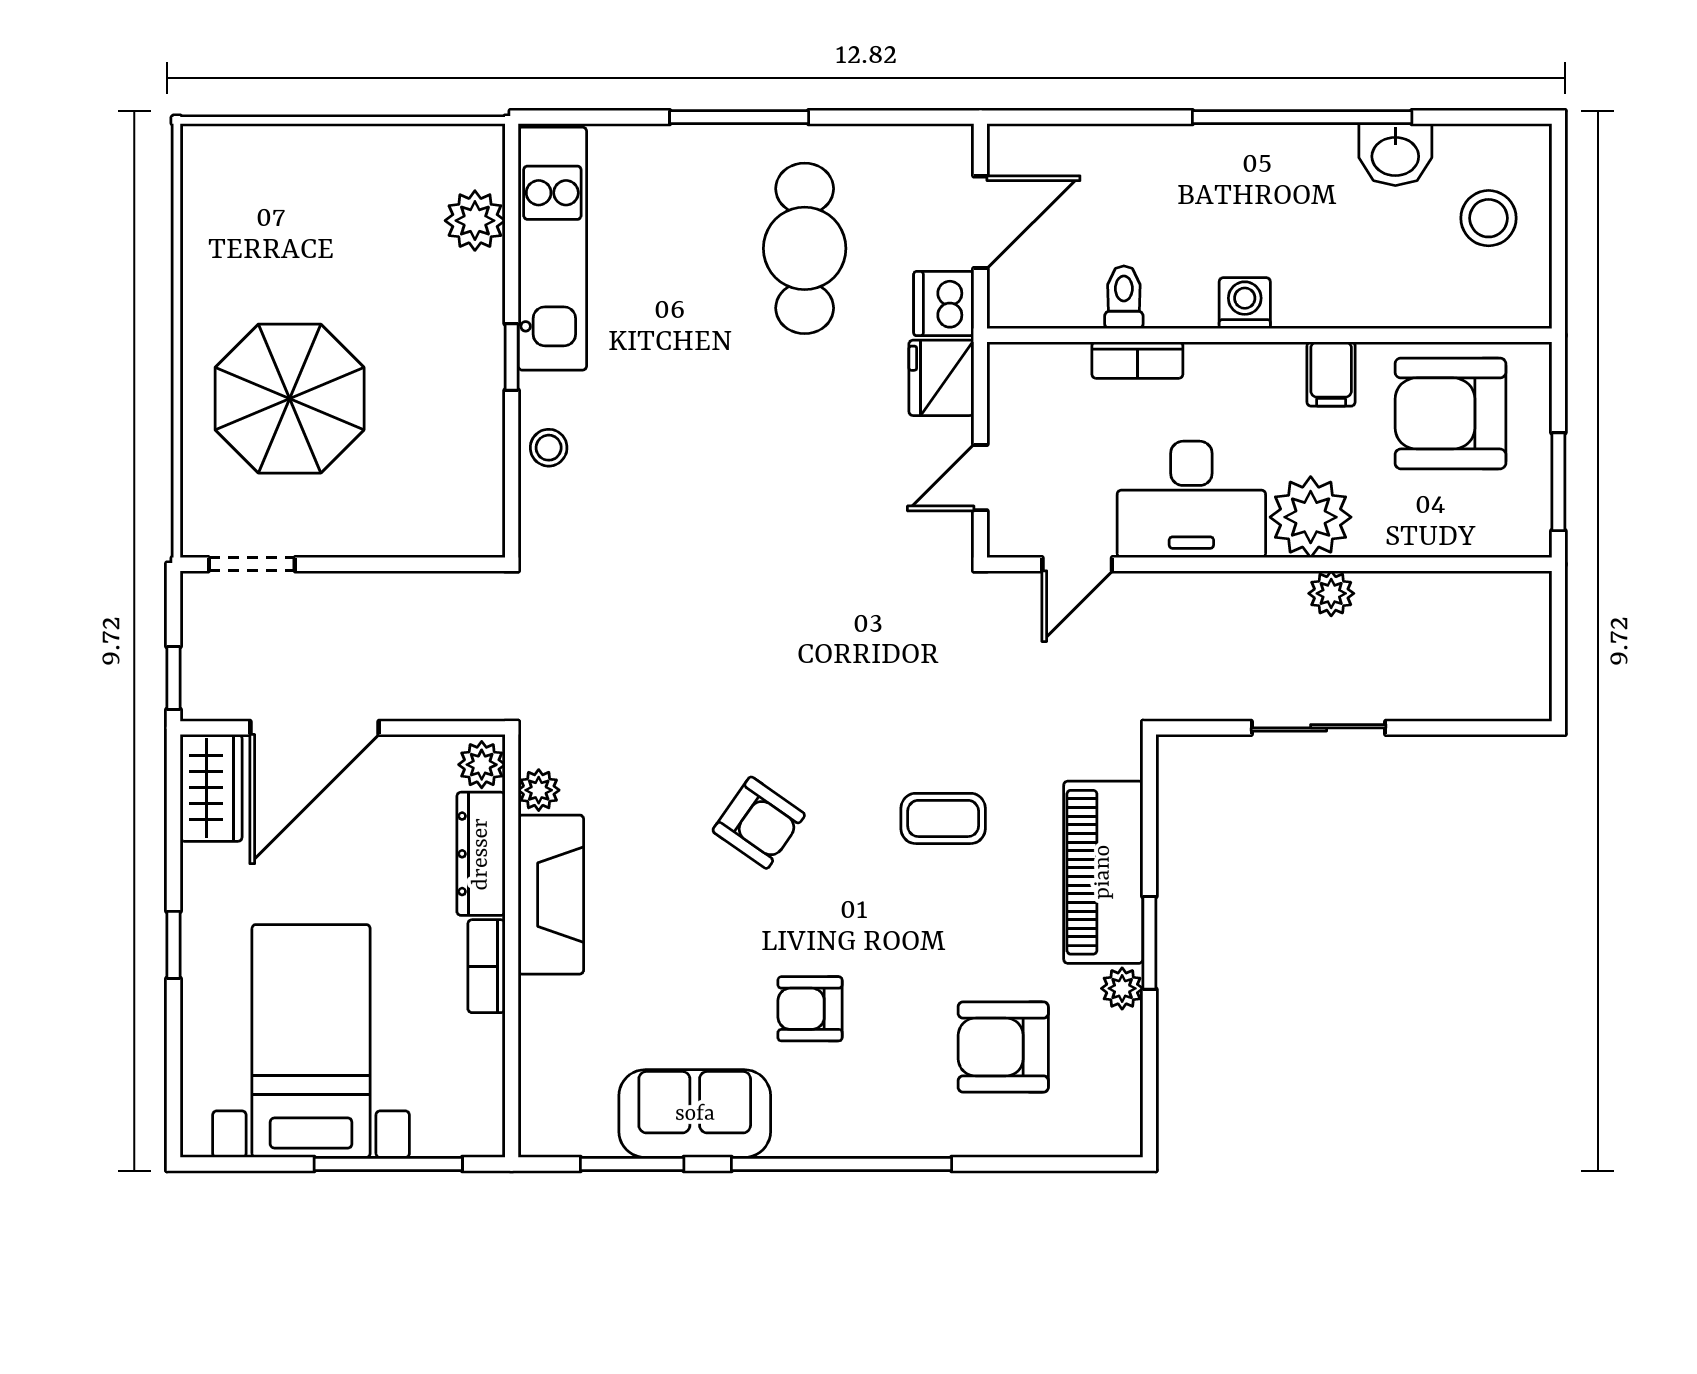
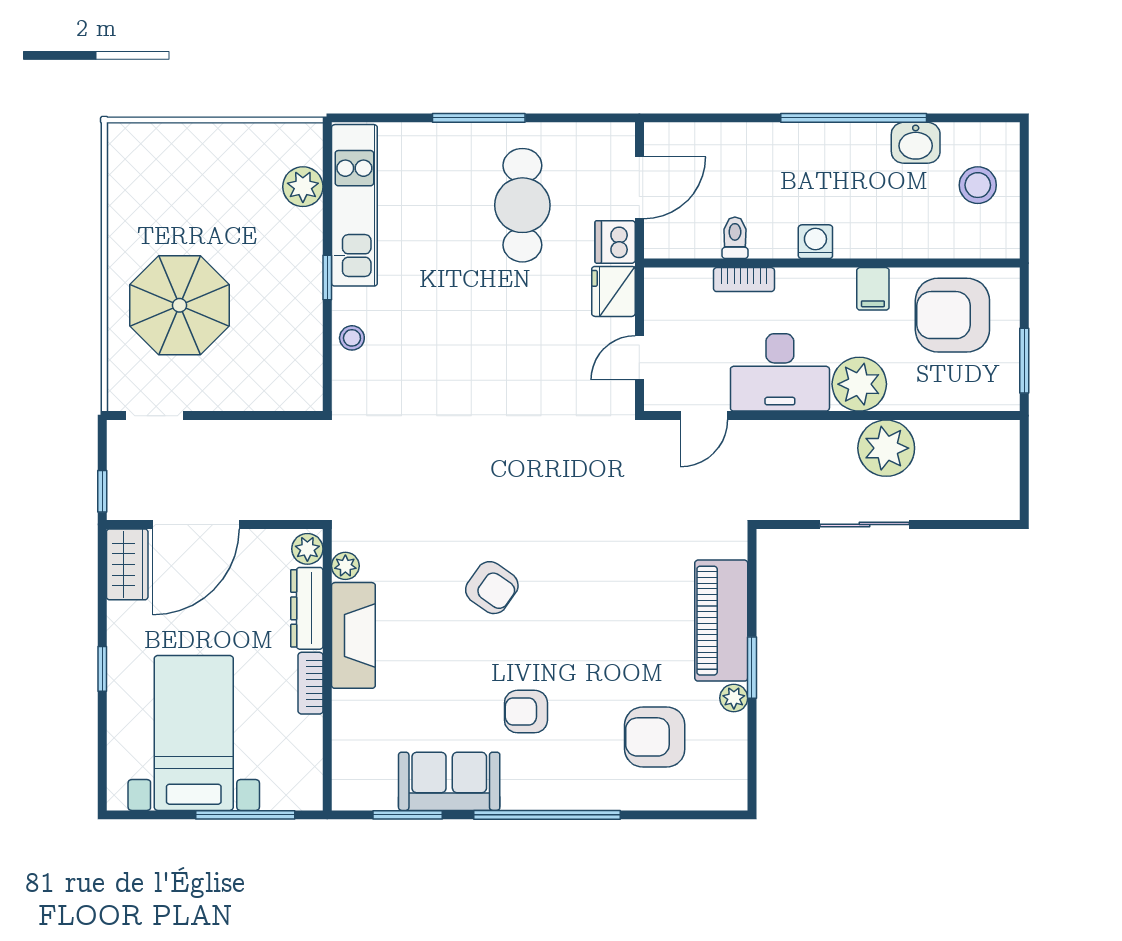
plant: (1331, 593) -> (886, 448), width x1.88, depth x1.88
coffee table: (943, 818) -> (615, 585), removed

